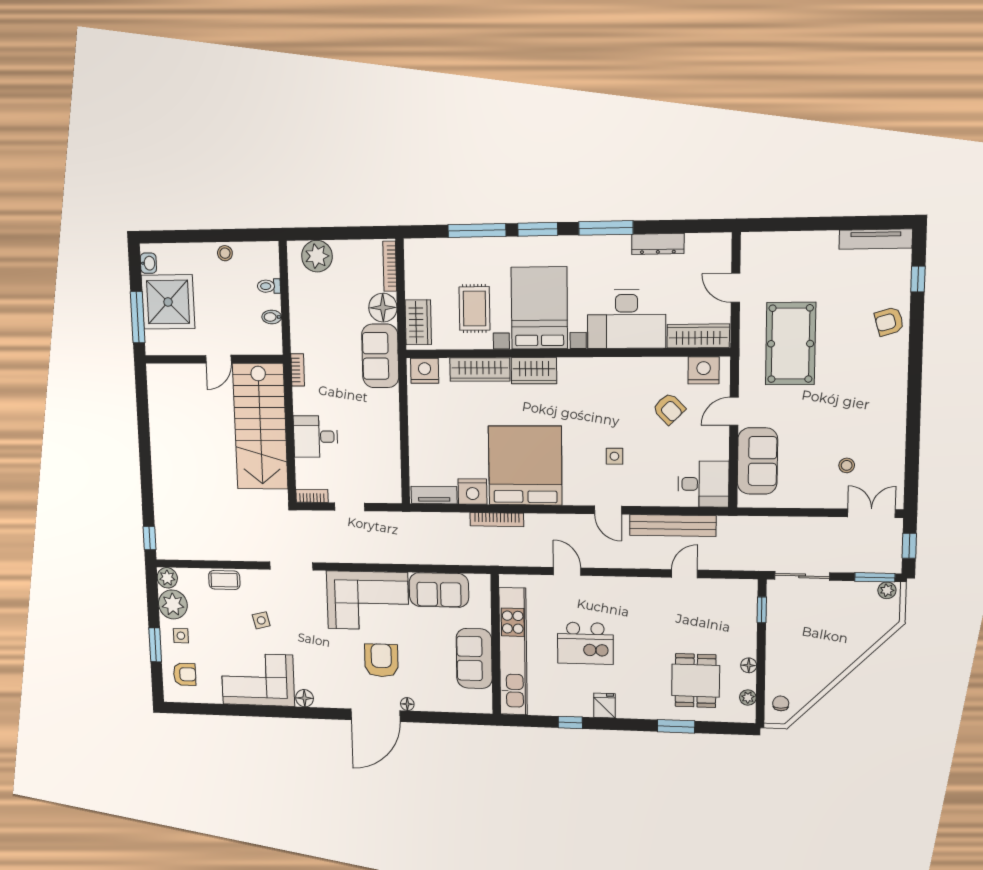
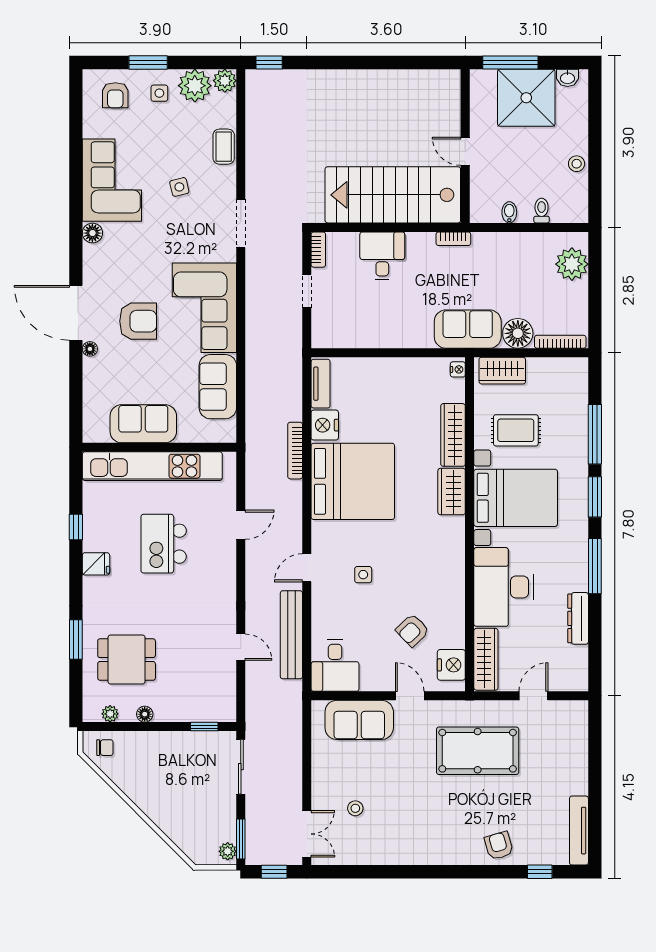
nightstand: (425, 371) -> (458, 369), width x0.53, depth x0.56

